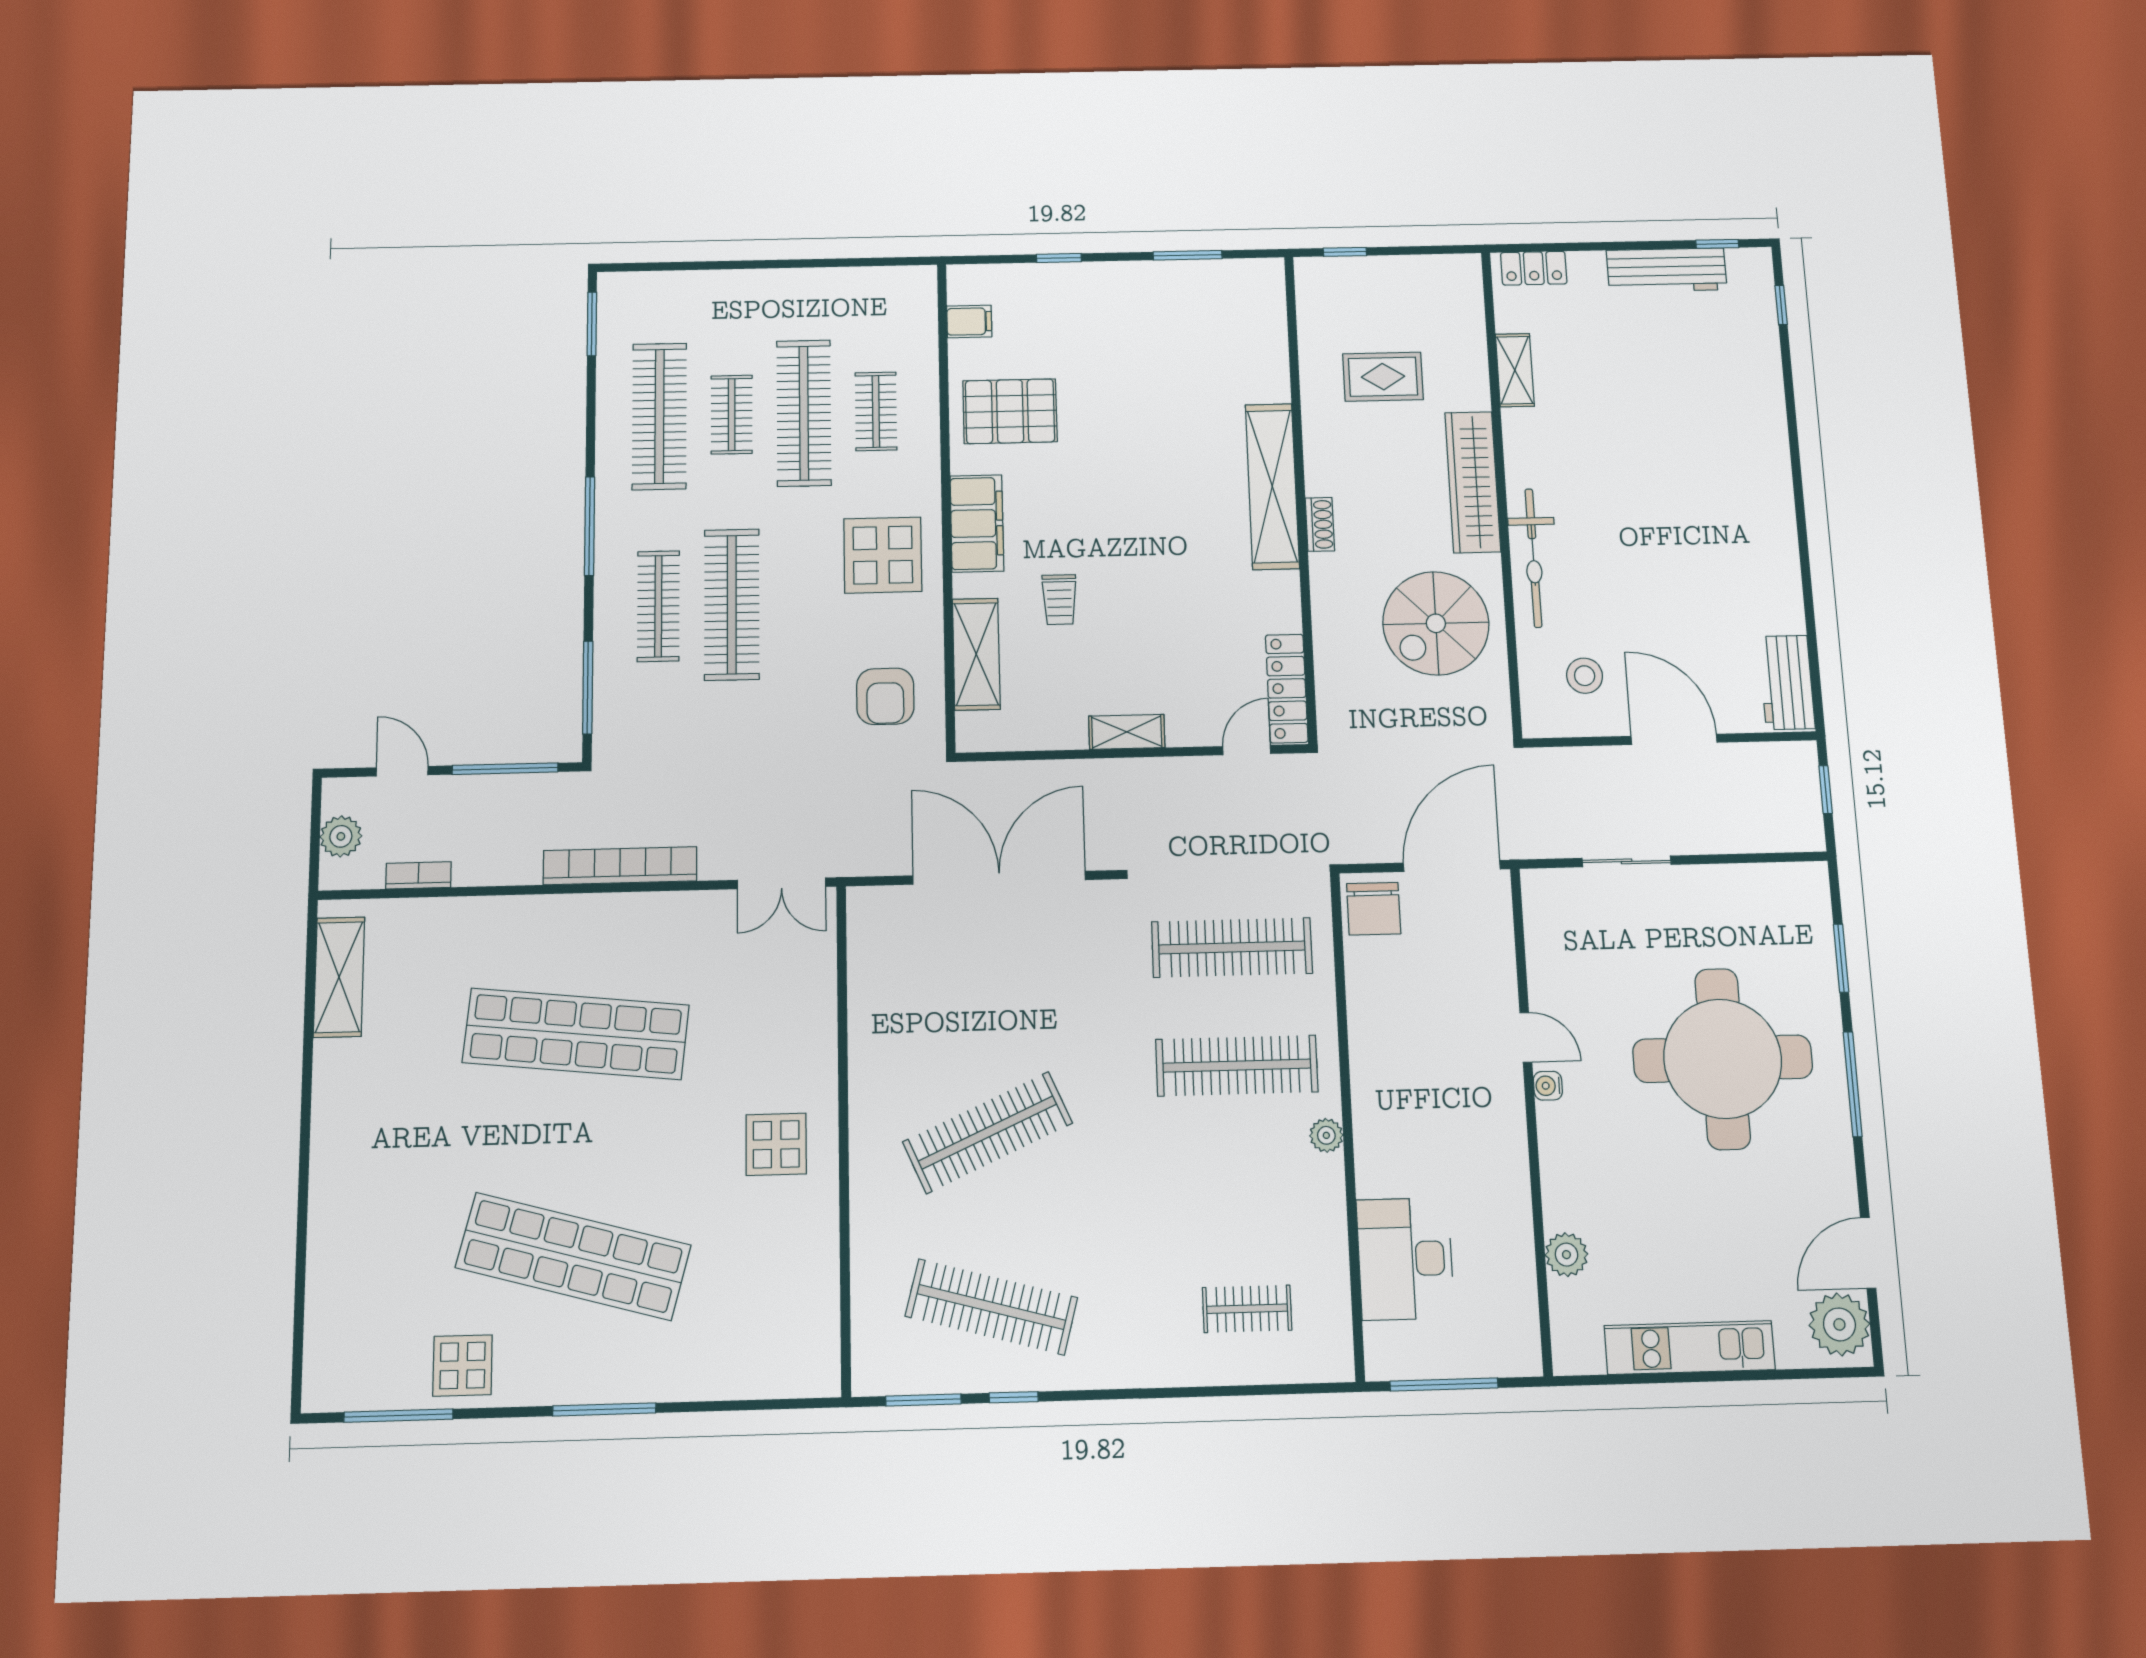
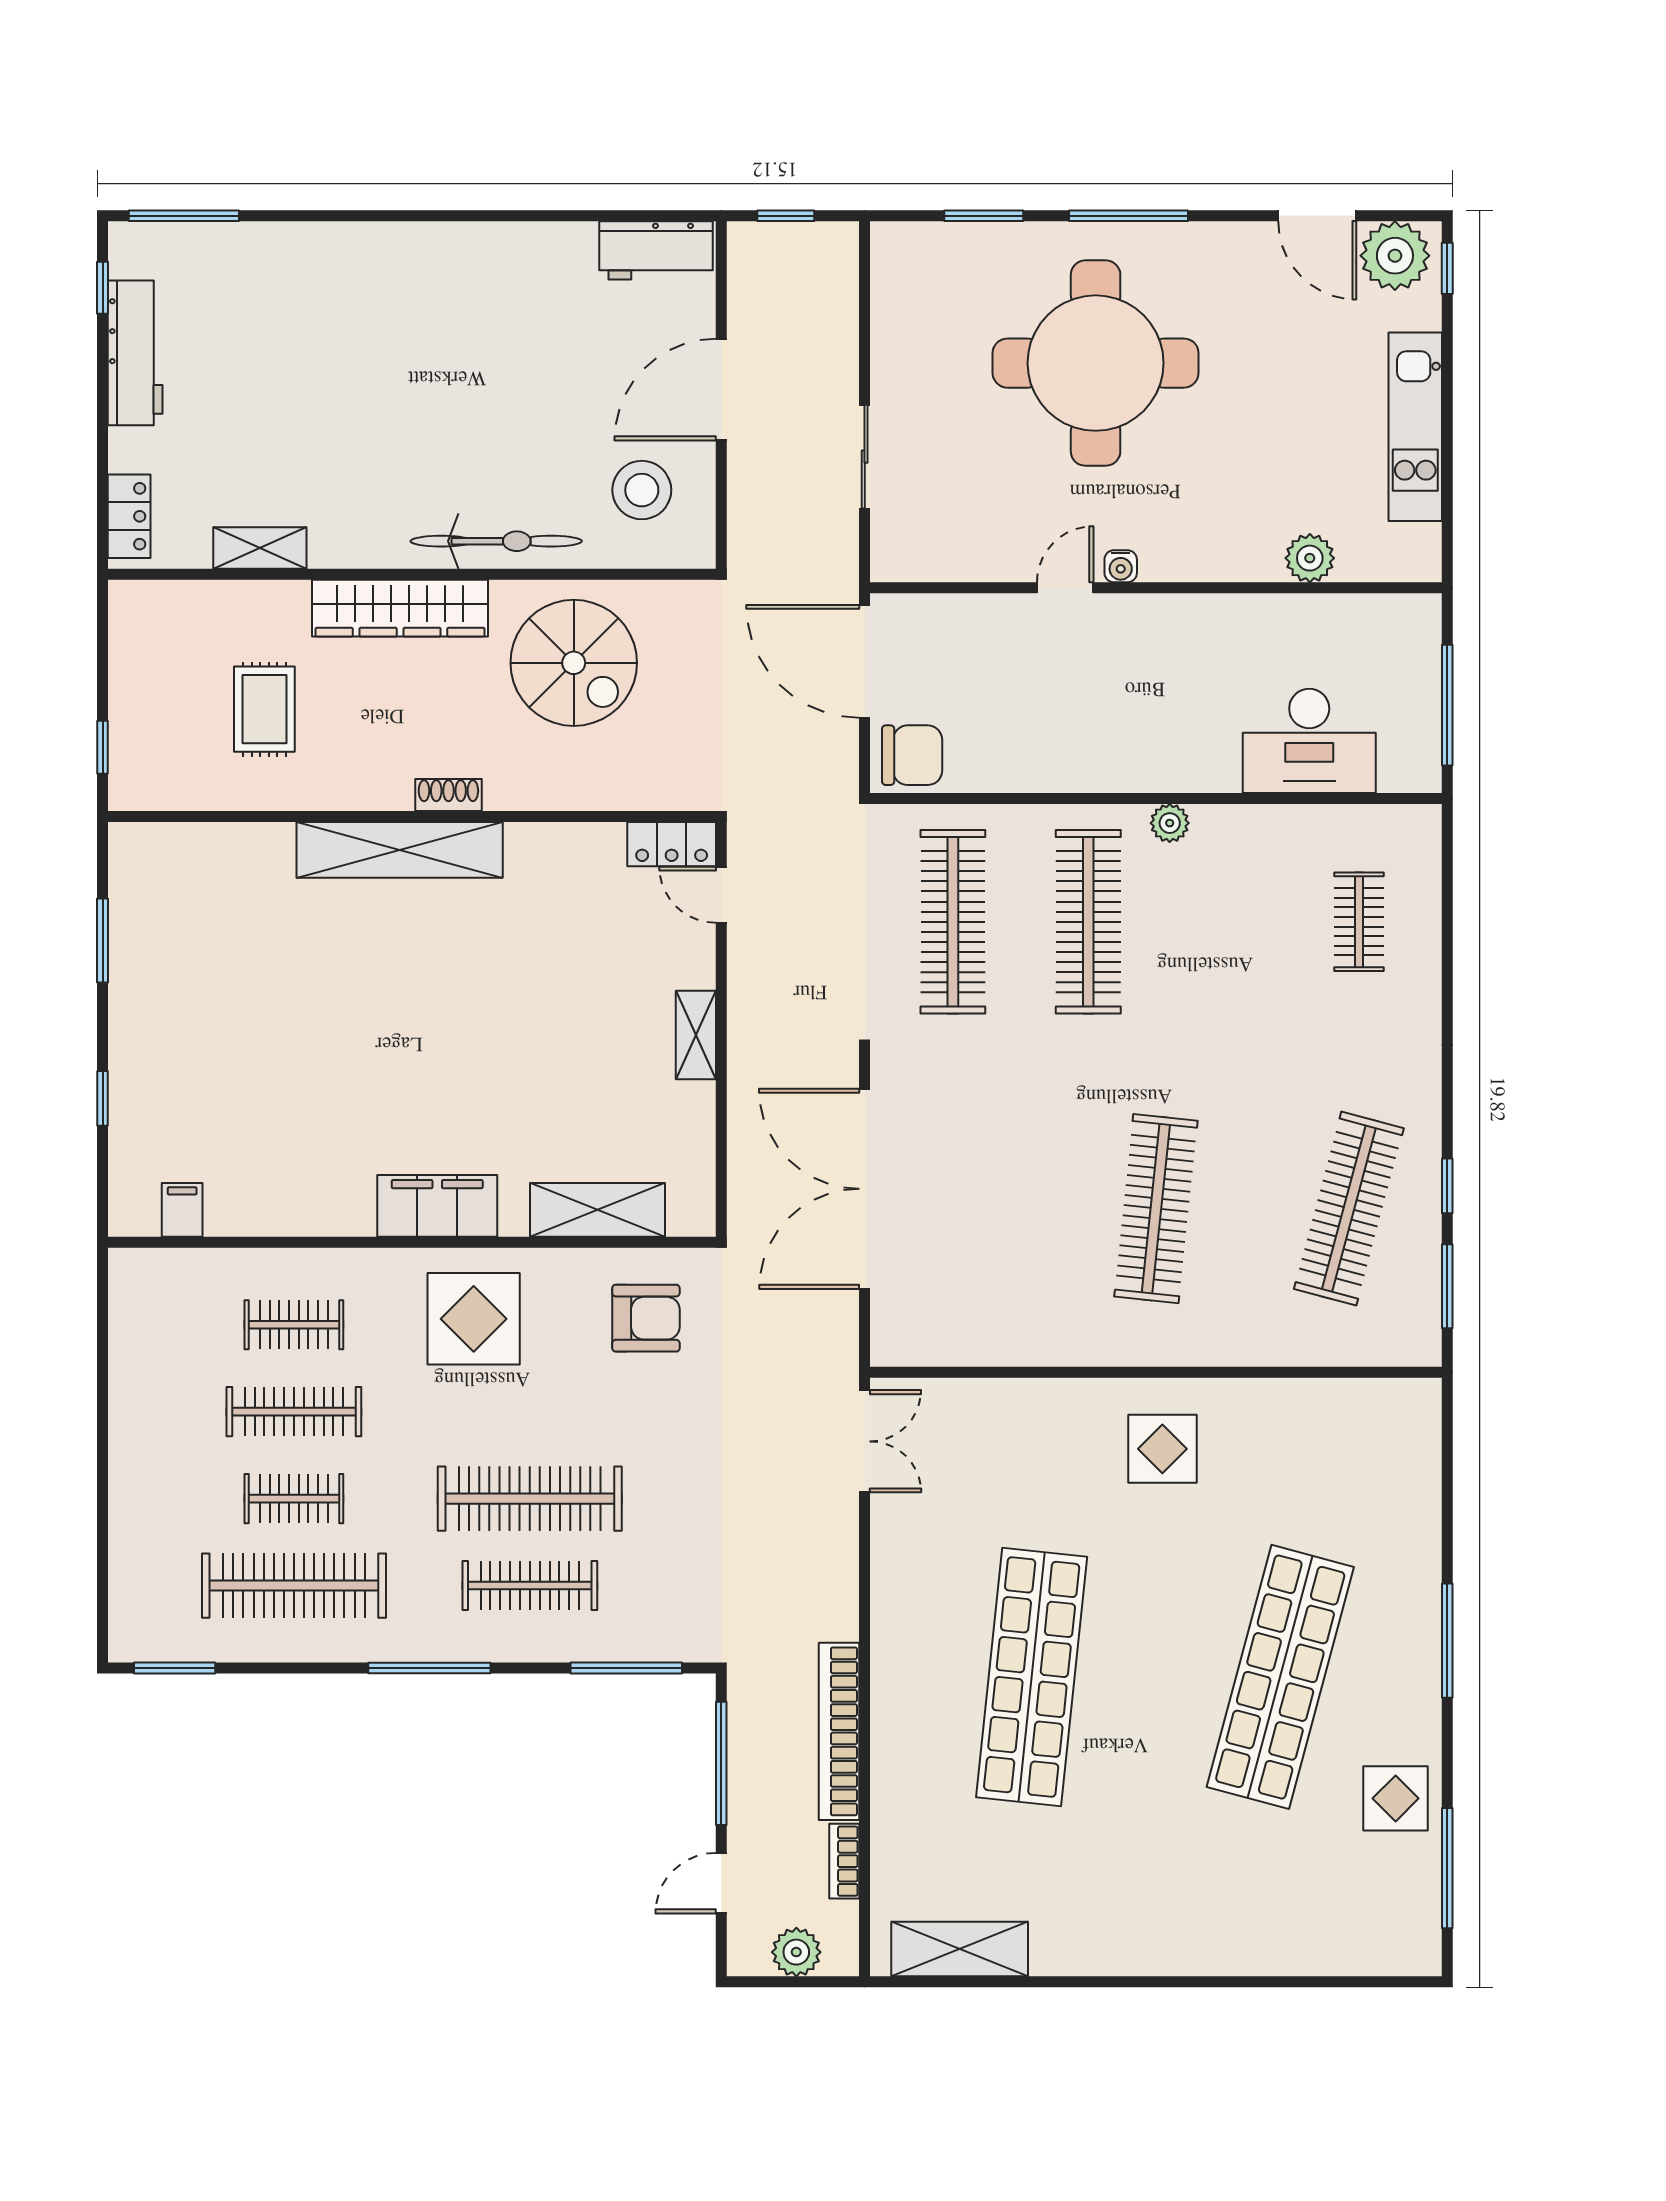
window: (1781, 305) -> (184, 216), width x2.17
pallet: (1010, 411) -> (298, 1163), removed
clothes rail: (804, 413) -> (294, 1412), width x0.73, depth x0.76
trolley: (1059, 600) -> (533, 1110), removed
stool: (1585, 676) -> (642, 490), width x1.38, depth x1.38
locker: (1287, 688) -> (672, 844), width x0.66
bookcase: (620, 866) -> (839, 1731), moved
clothes rail: (988, 1133) -> (1156, 1209), turned 30
window: (1832, 1373) -> (1447, 268), added

